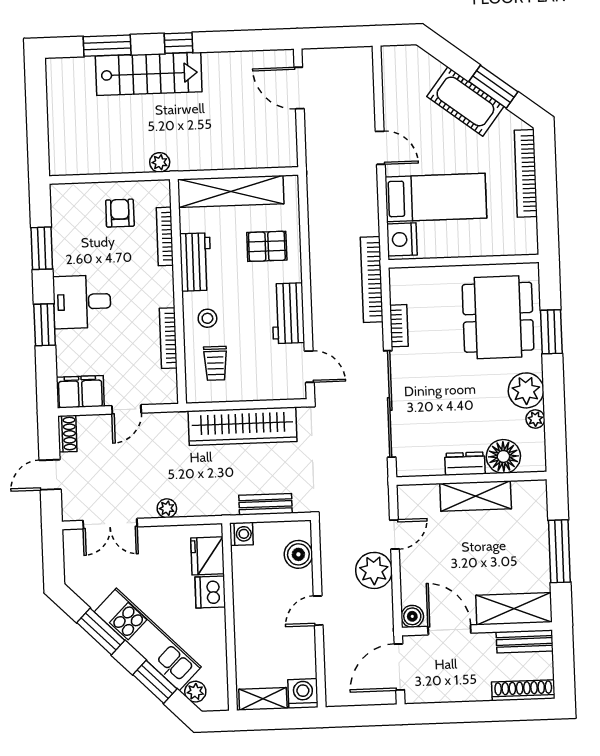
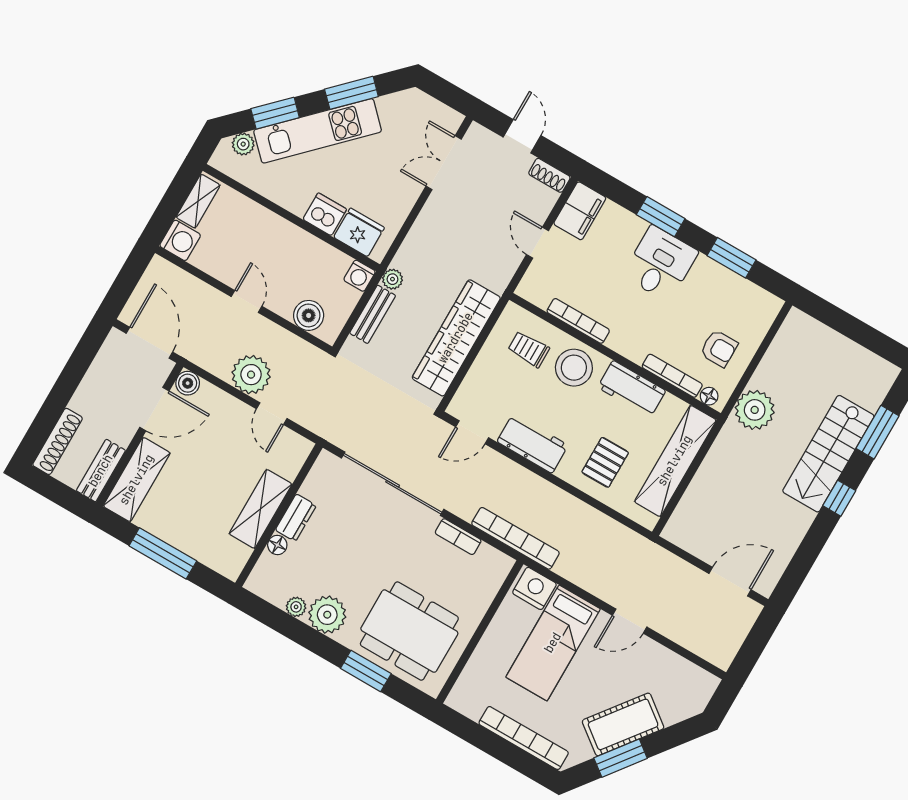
plant: (160, 162) -> (755, 410), width x1.88, depth x1.88
floor lamp: (163, 197) -> (709, 396), added
stool: (207, 318) -> (574, 368), width x1.89, depth x1.89
floor lamp: (503, 456) -> (277, 545), width x0.53, depth x0.53
plant: (167, 508) -> (392, 279), moved

